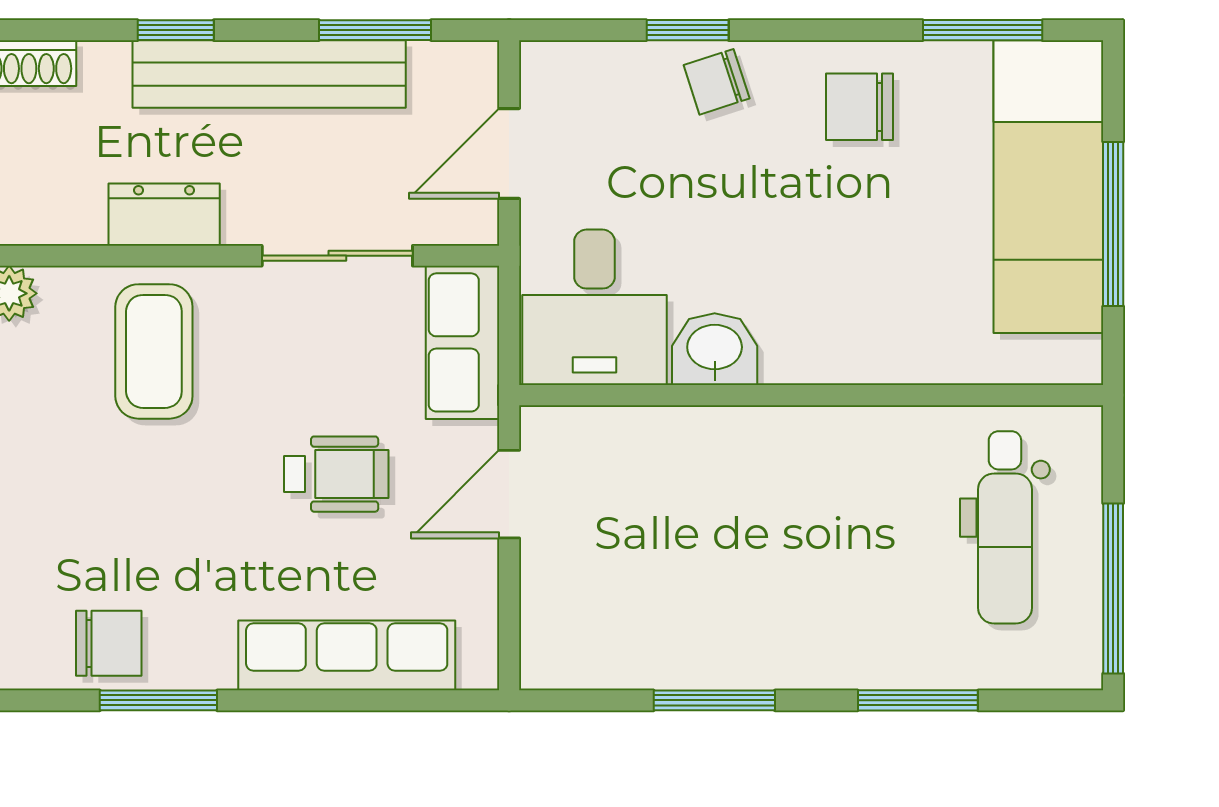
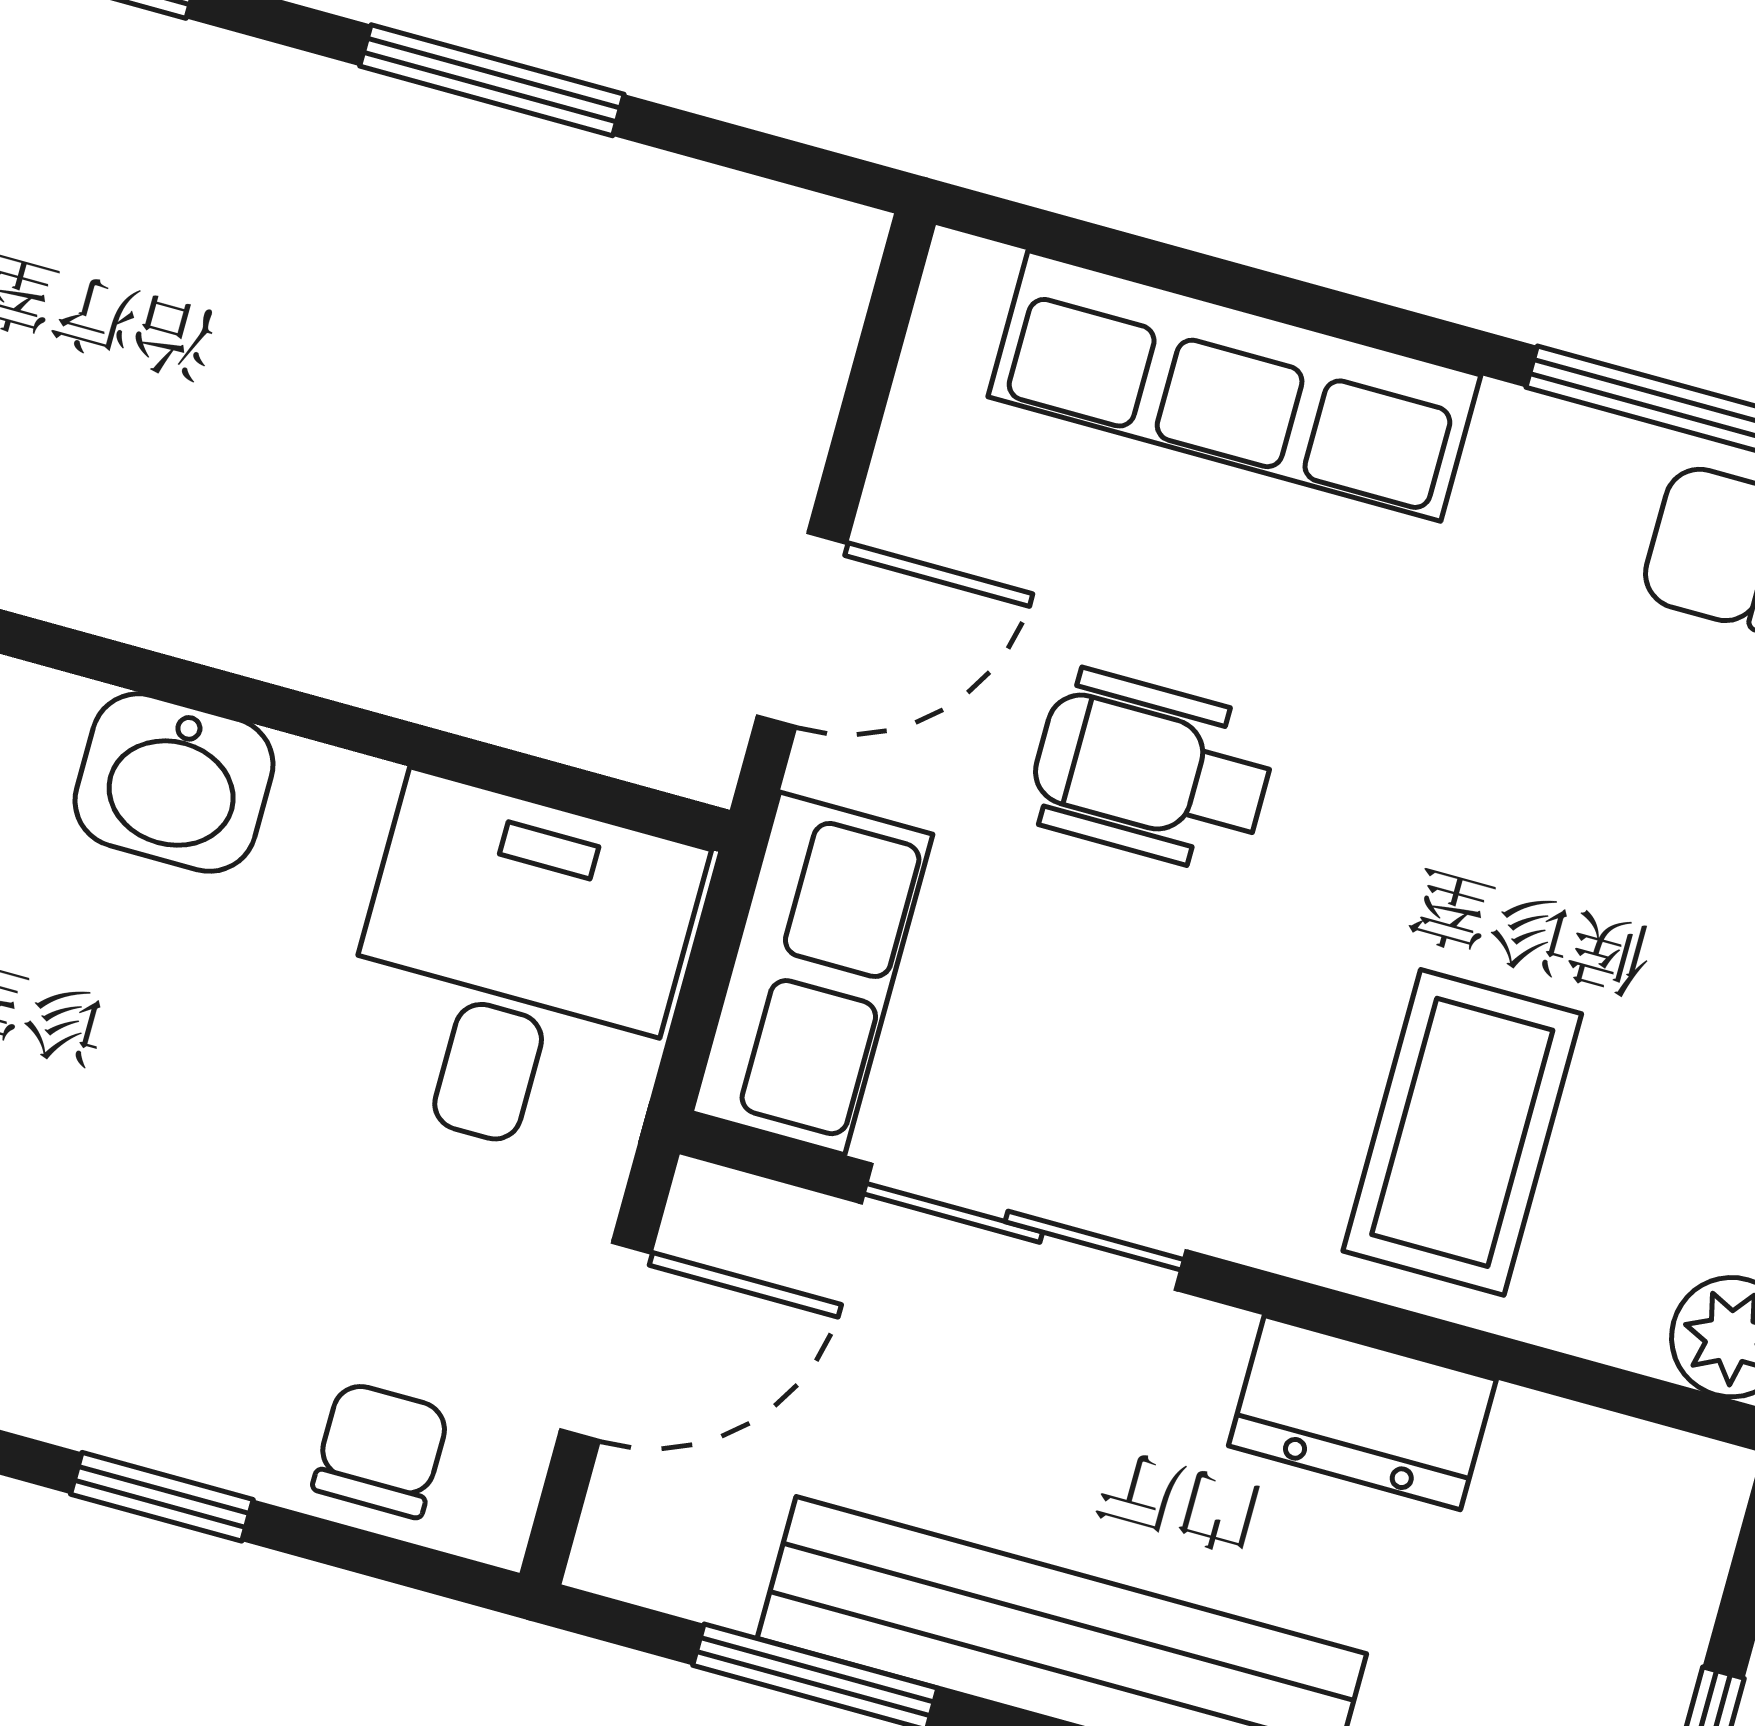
chair: (717, 82) -> (381, 1450), moved, turned -72
washbasin: (715, 349) -> (174, 783), moved

